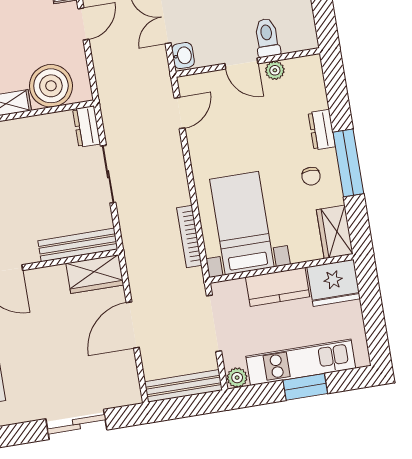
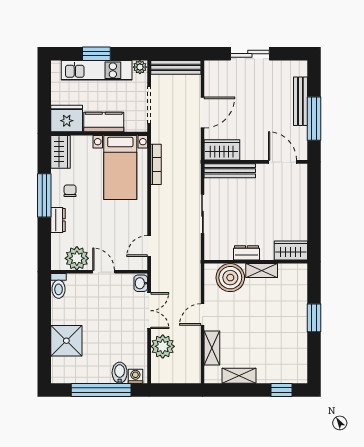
toilet: (267, 38) -> (59, 286), moved
plant: (275, 70) -> (77, 258), width x1.88, depth x1.88
dresser: (87, 127) -> (246, 253), moved, turned -90

